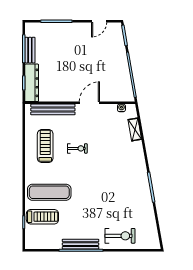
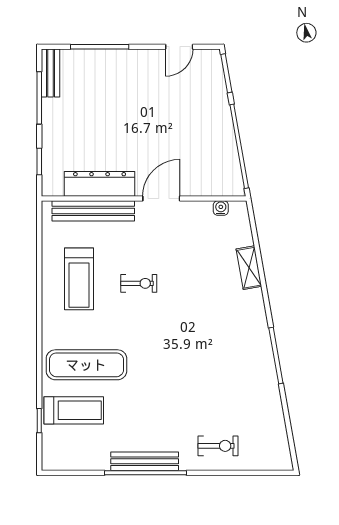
bench: (30, 50) -> (51, 73), moved
dresser: (32, 83) -> (100, 184), moved, turned -90
shelving: (135, 129) -> (249, 268), moved
treadmill: (45, 146) -> (79, 279), turned 180
exercise bike: (120, 236) -> (218, 446), width x0.73, depth x0.72

